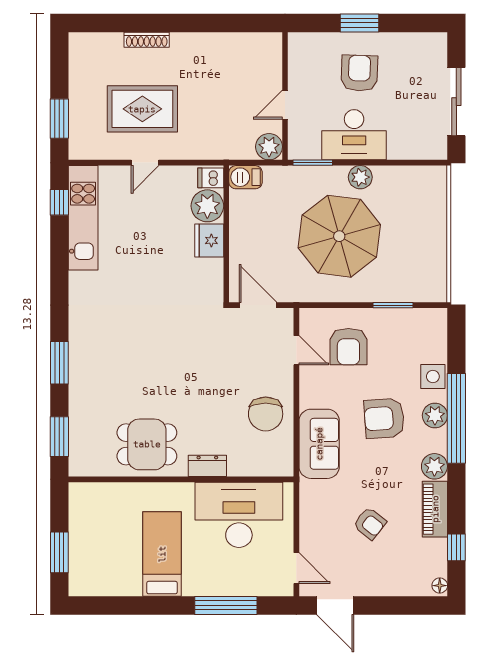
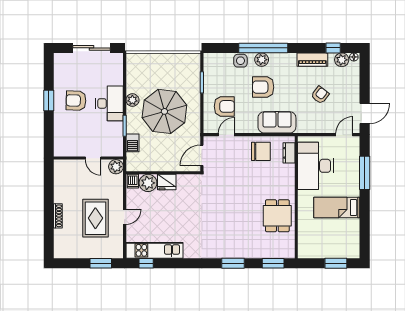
wall: (285, 96) -> (88, 158), moved
door: (285, 105) -> (93, 158), moved
plant: (269, 147) -> (116, 167), moved
door: (145, 163) -> (125, 217), hinge flipped
barbecue: (246, 177) -> (132, 143), moved
armchair: (384, 418) -> (263, 87), turned 94
dresser: (207, 466) -> (289, 153), moved
plant: (434, 466) -> (342, 60), moved

